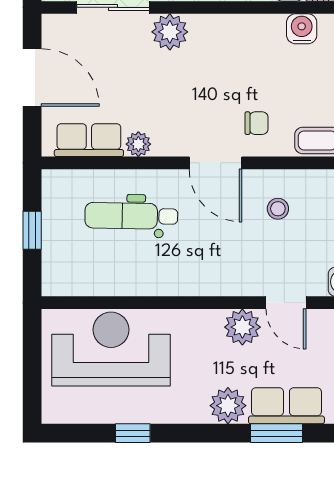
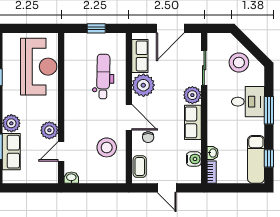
row of seats: (226, 31) -> (193, 122), added
plant: (138, 144) -> (143, 85), width x1.87, depth x1.87
door: (216, 163) -> (129, 117), swing flipped
stool: (278, 209) -> (107, 147), width x1.89, depth x1.89

